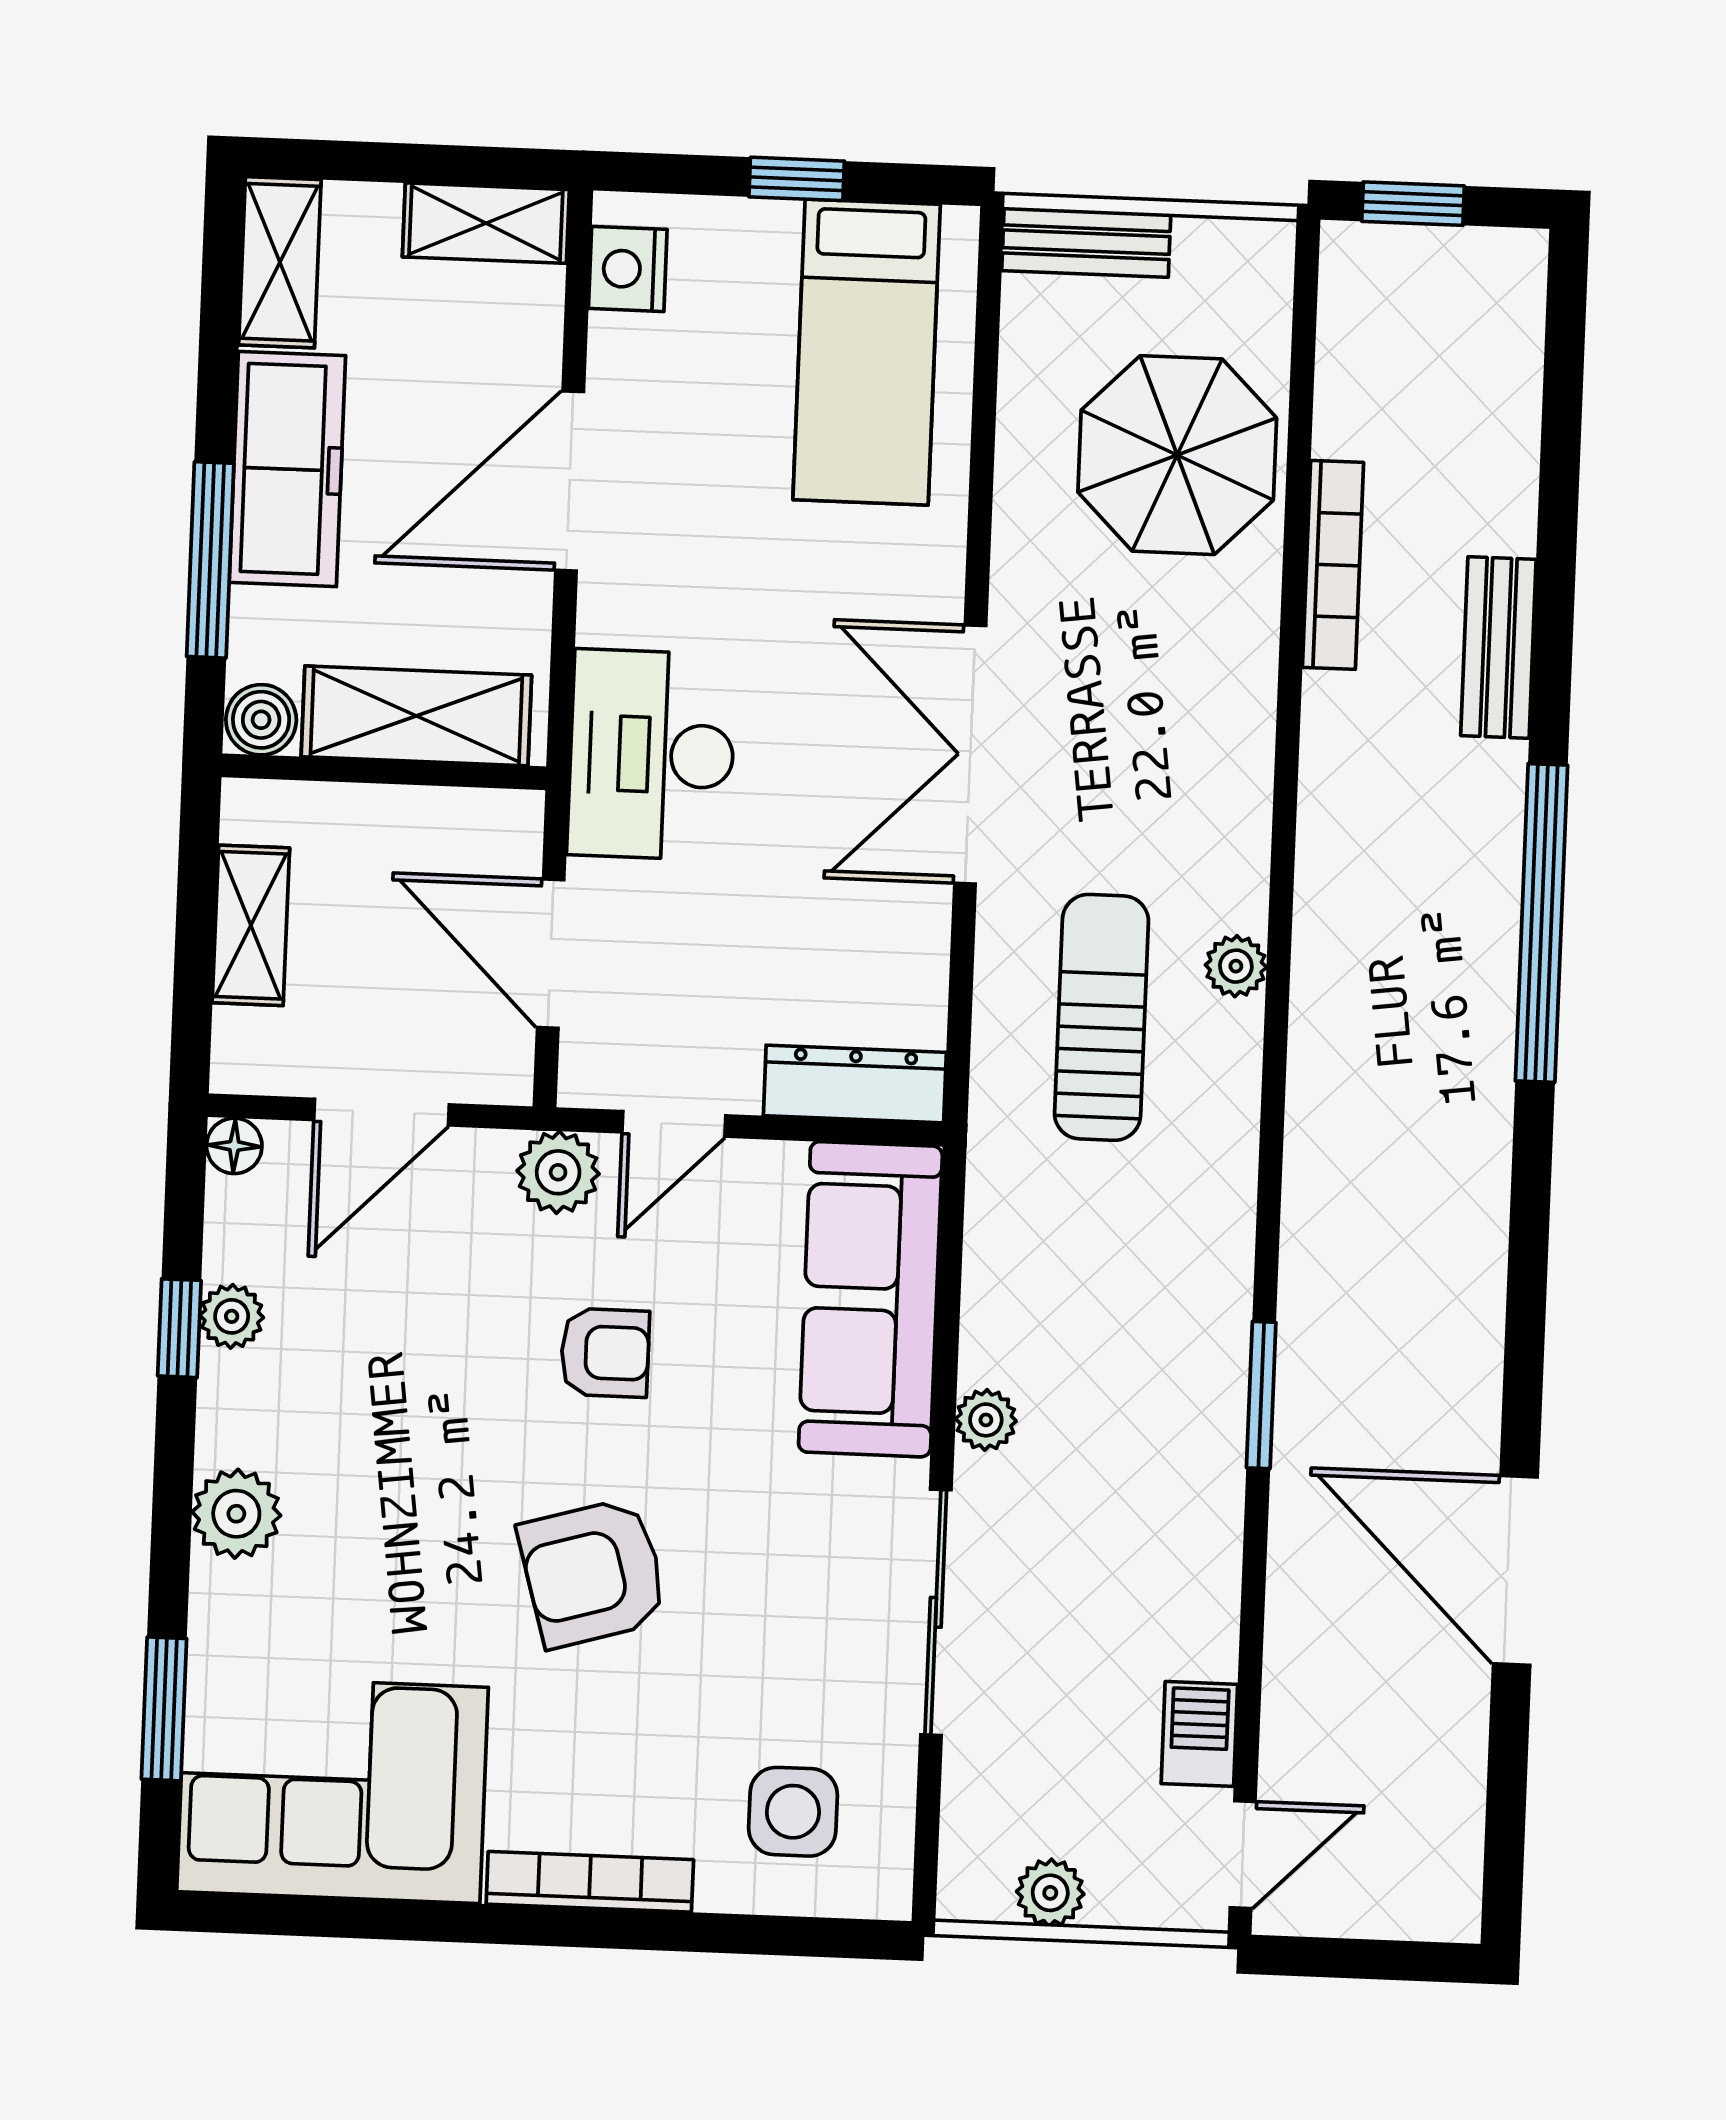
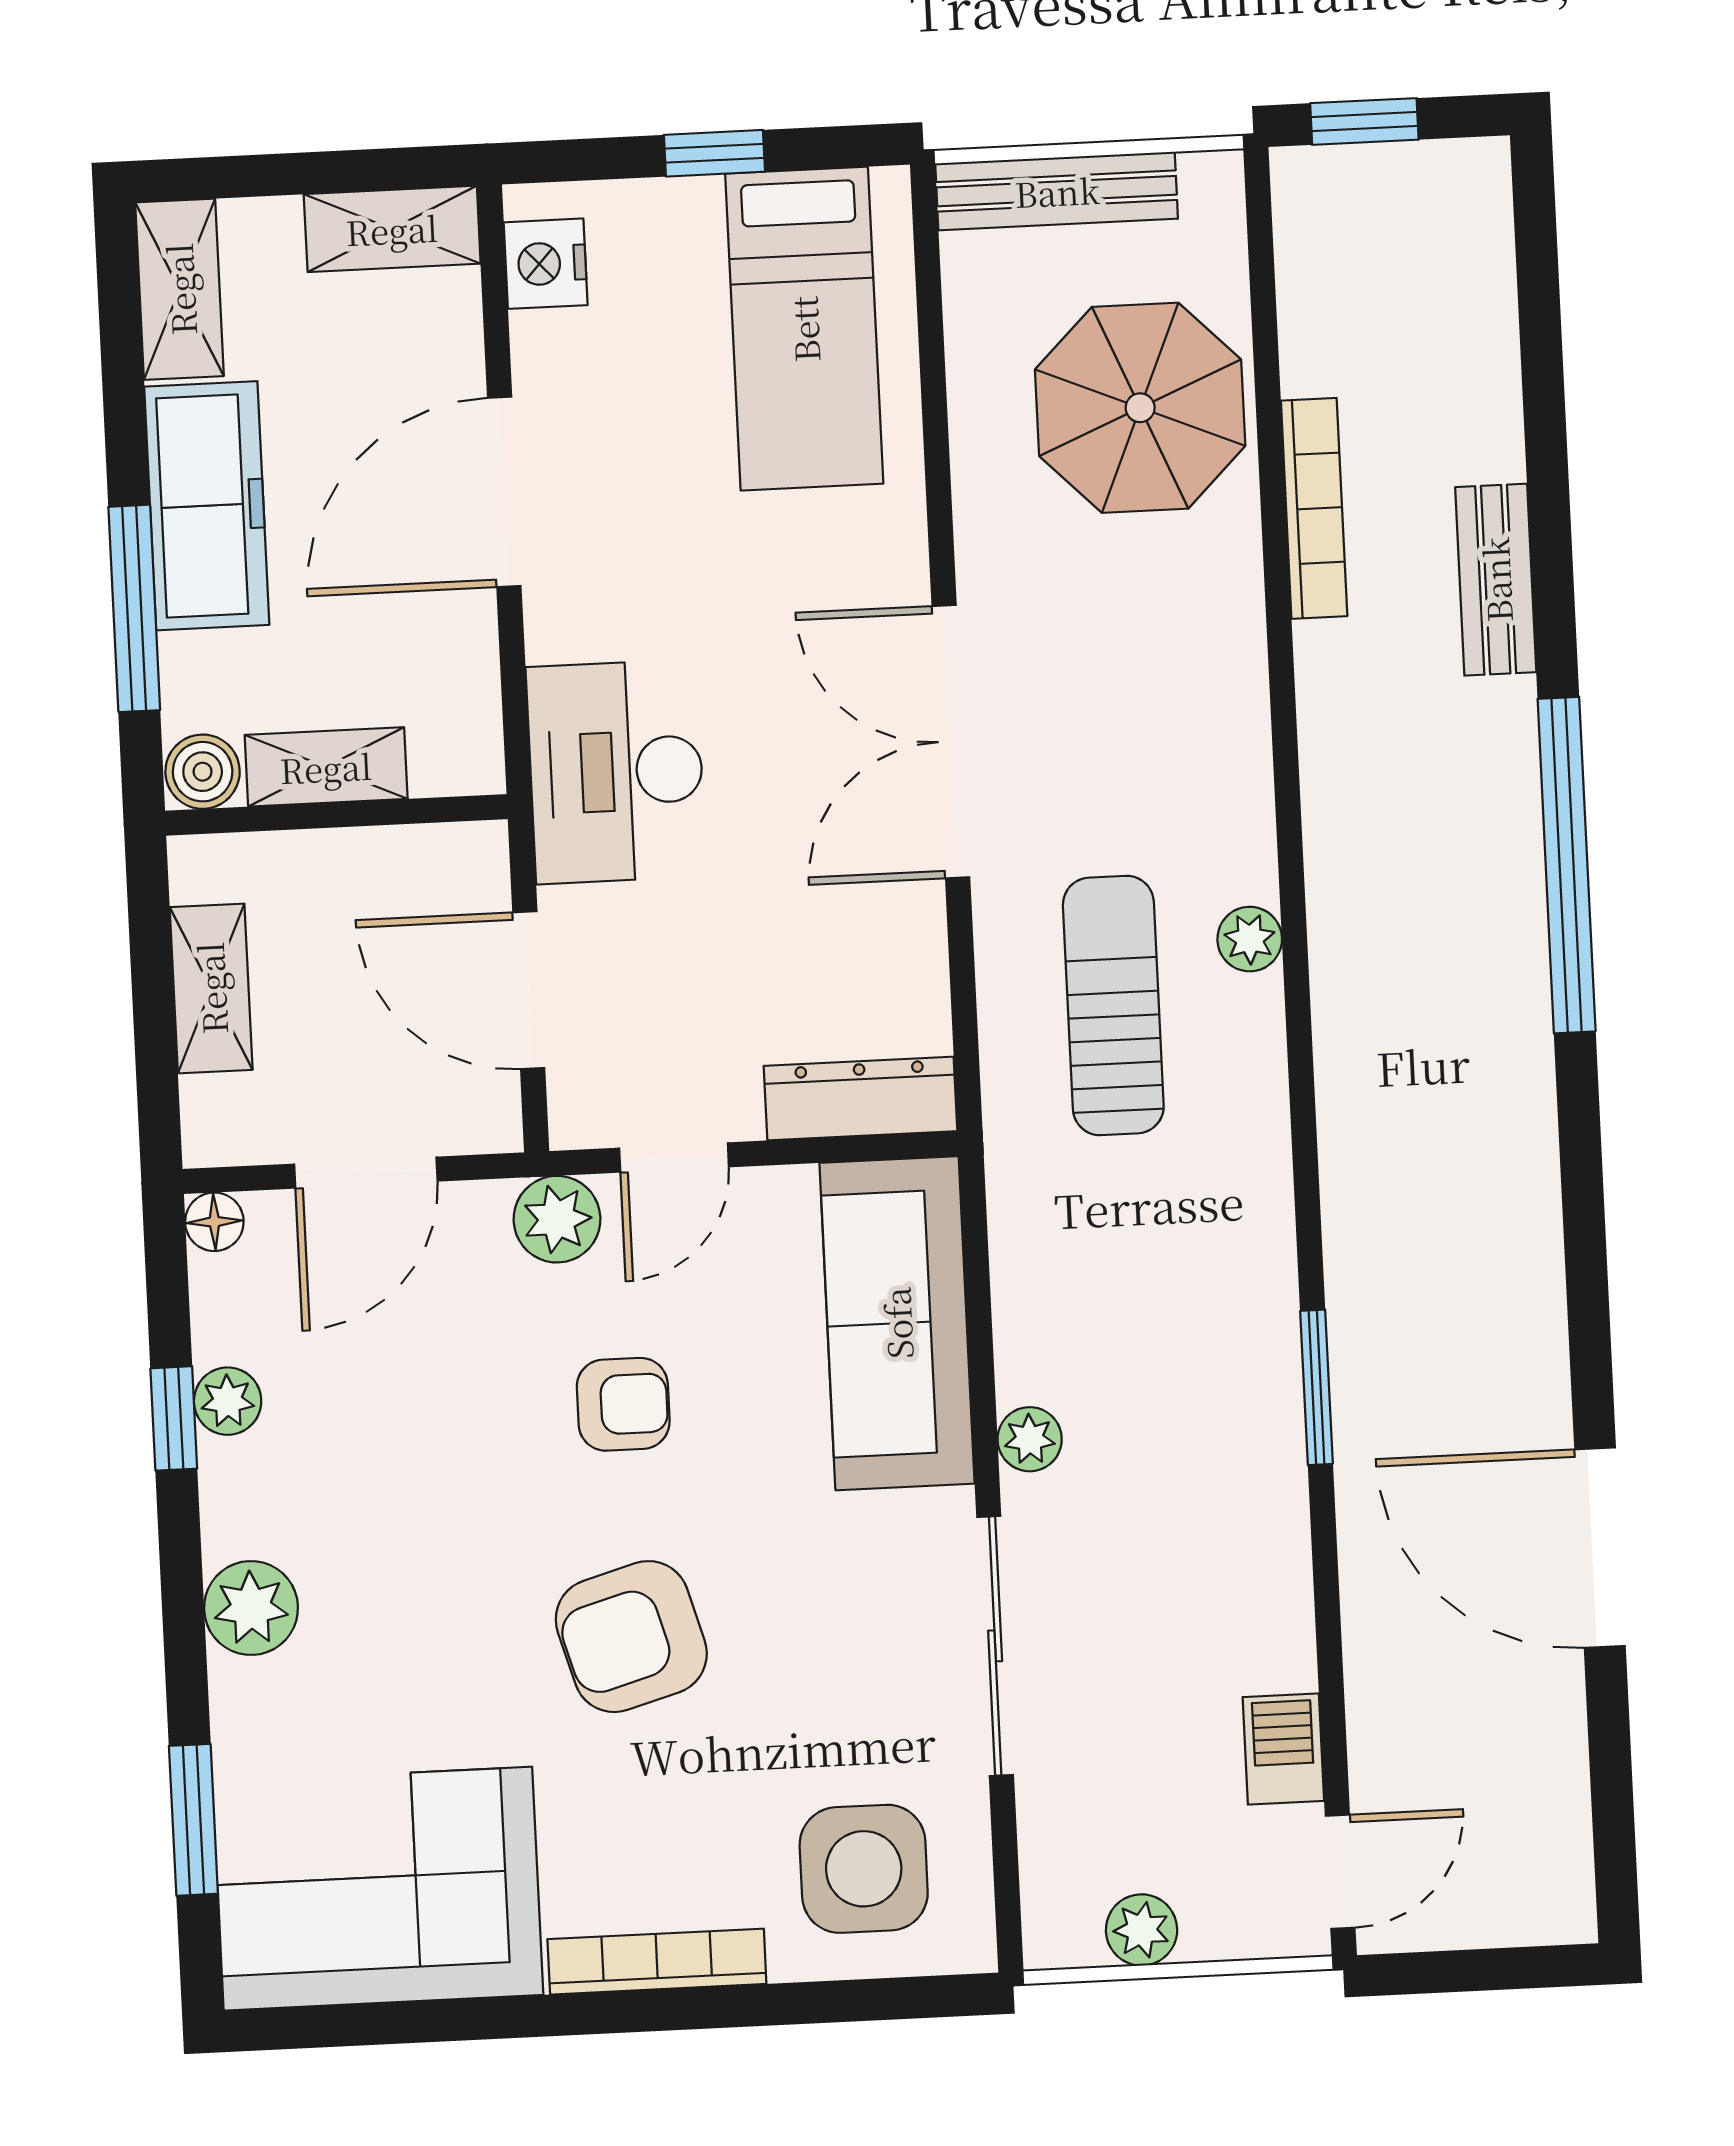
bench: (1086, 242) -> (1057, 191), width x1.36
shelving: (416, 716) -> (326, 767), width x0.67, depth x0.75
side table: (793, 1812) -> (864, 1869), width x1.37, depth x1.37

